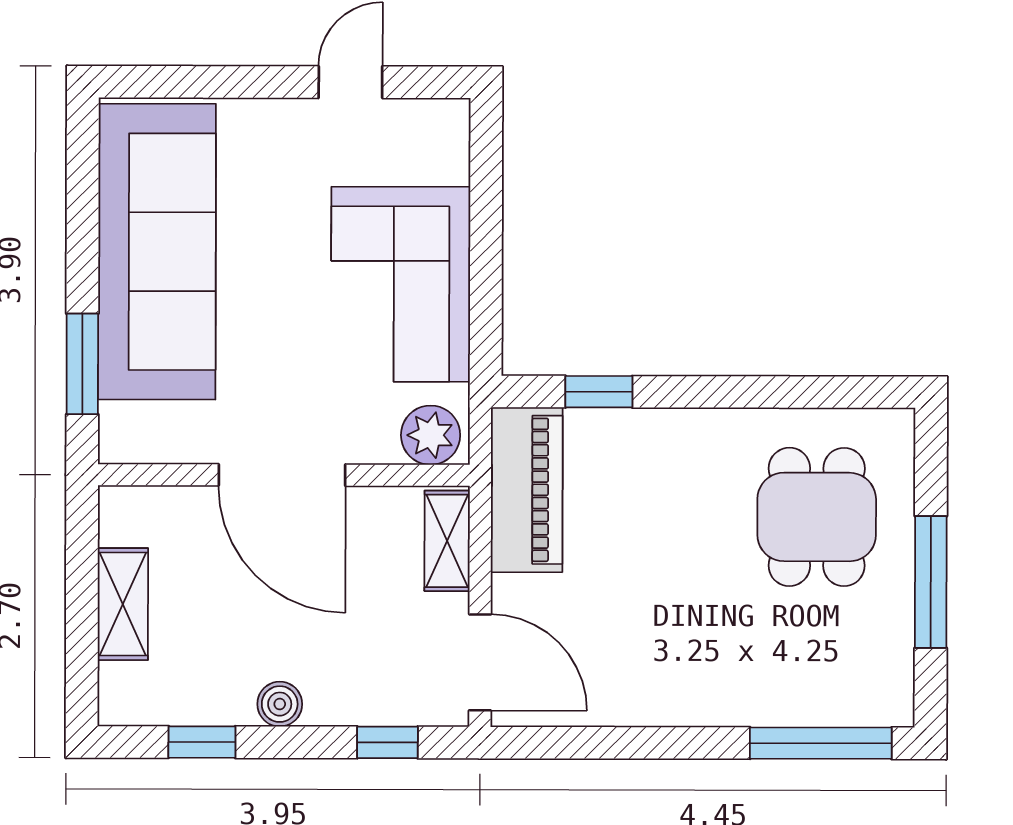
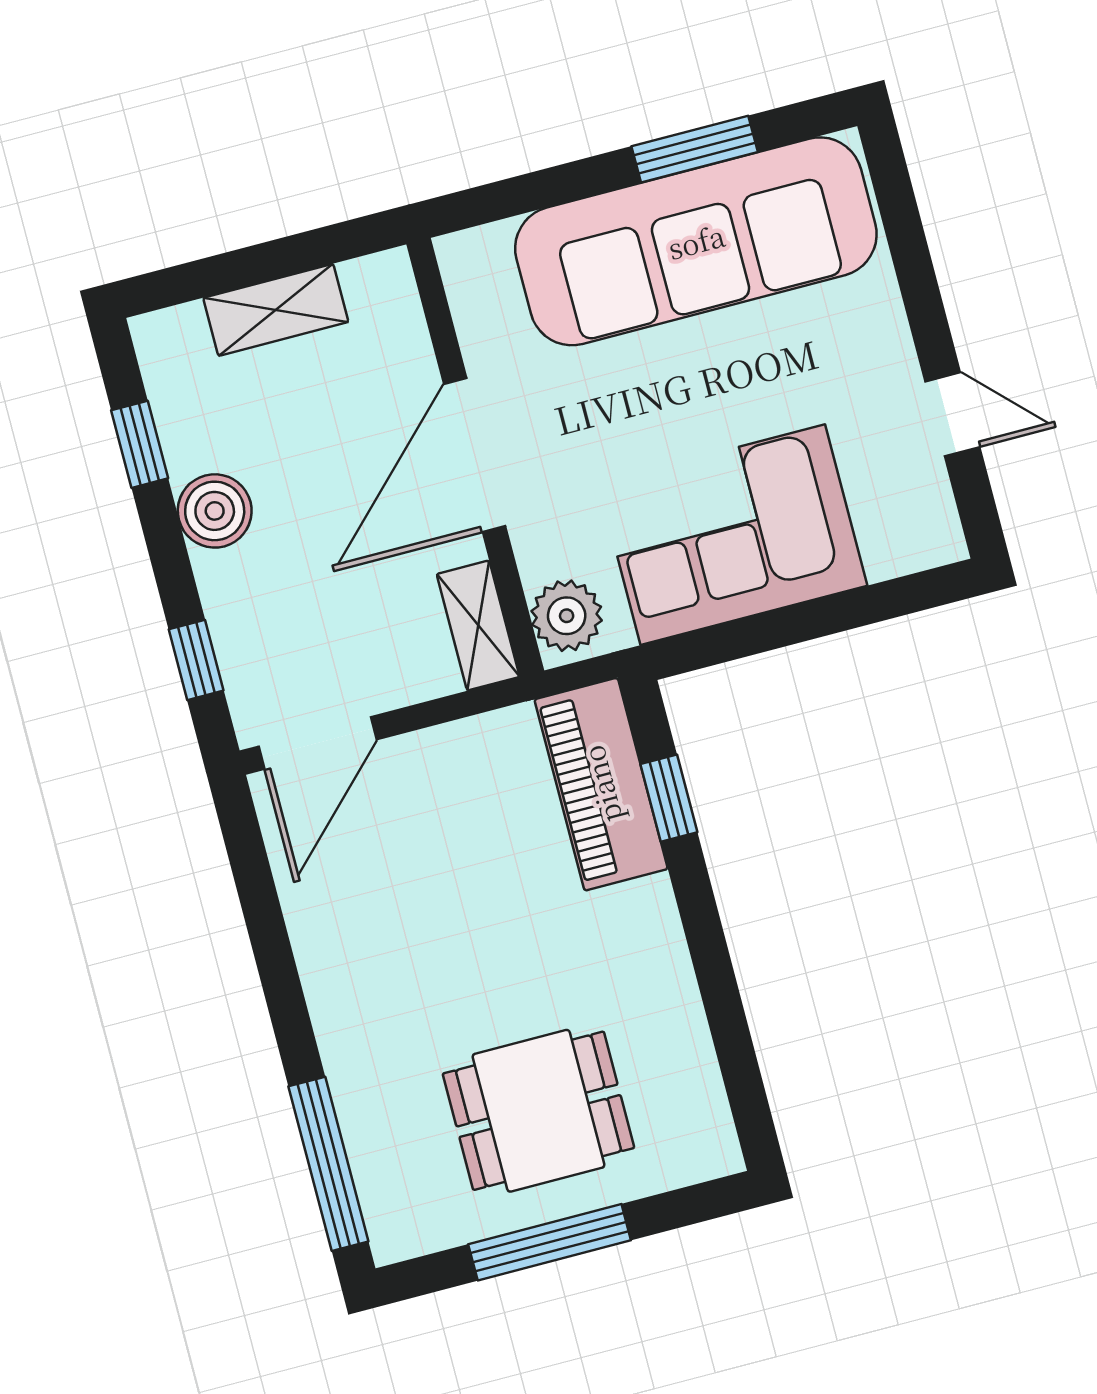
window: (82, 364) -> (695, 149), moved
piano: (527, 490) -> (601, 784), moved, turned 90
dining table: (817, 517) -> (539, 1111), moved
shelving: (447, 541) -> (478, 625), moved, turned 90
boiler: (280, 704) -> (215, 511), width x1.36, depth x1.36

